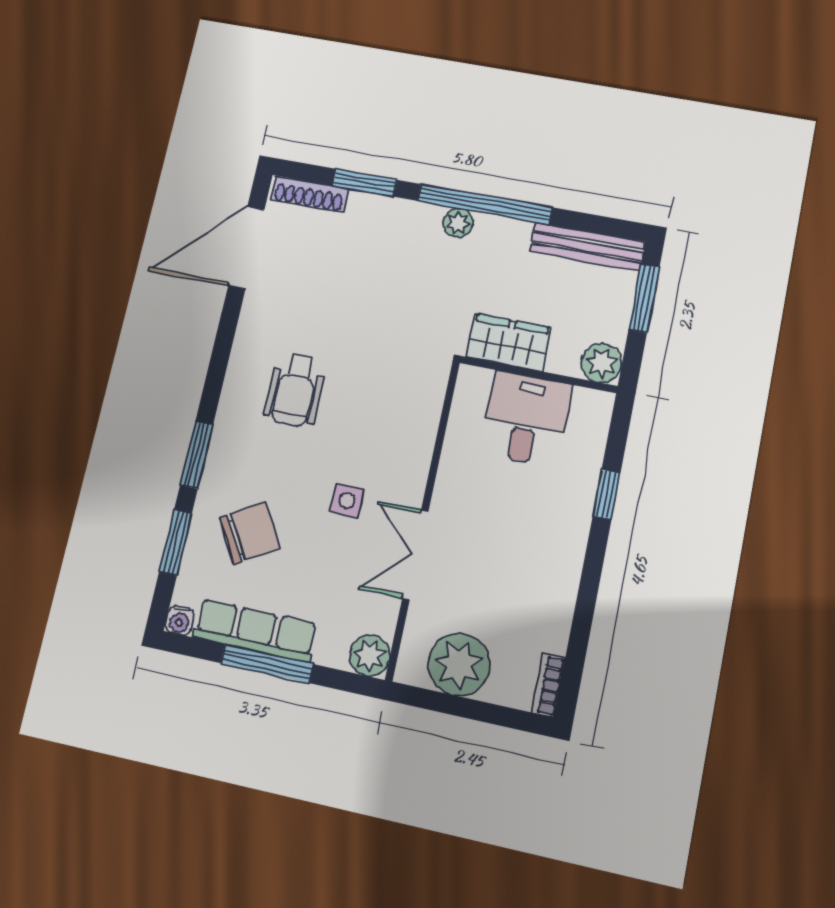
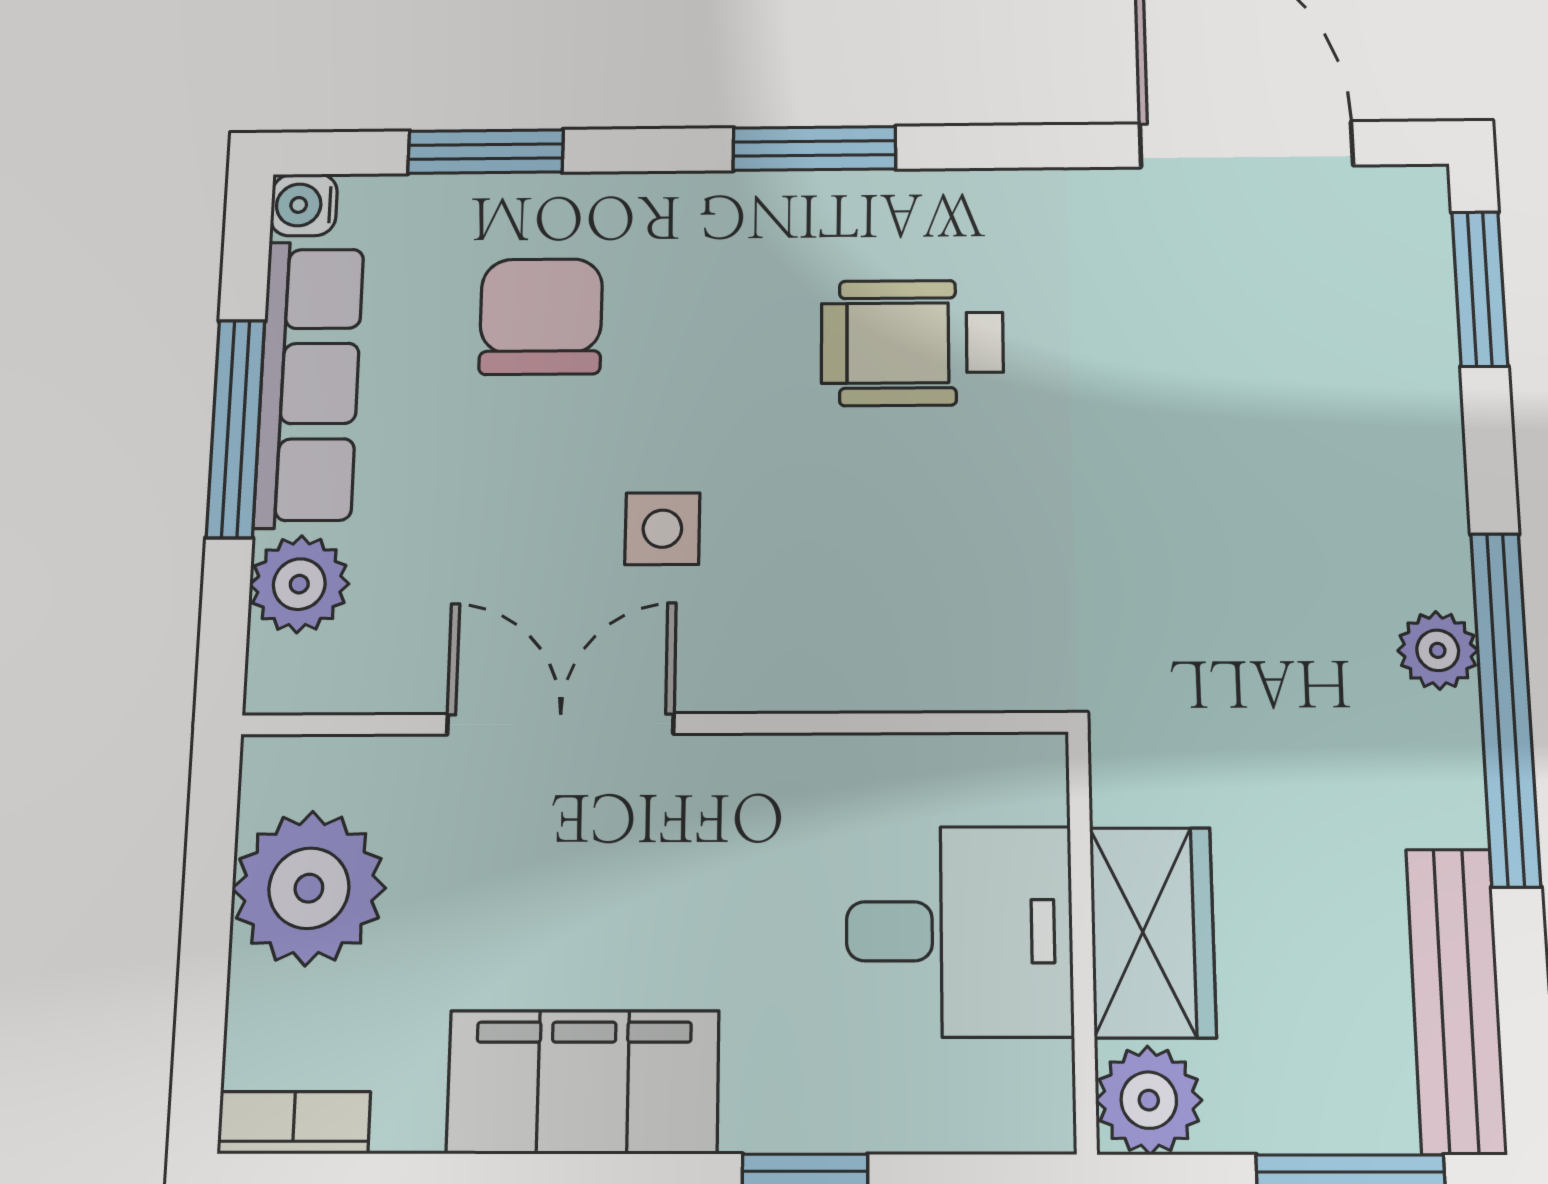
window: (365, 183) -> (1480, 289), moved
shoe rack: (309, 194) -> (1422, 263), removed
wardrobe: (509, 342) -> (1152, 932), moved
window: (197, 455) -> (814, 148), moved
chair: (250, 532) -> (541, 316), turned -149
filing cabinet: (554, 571) -> (583, 1082), added
plant: (370, 655) -> (299, 584), moved

